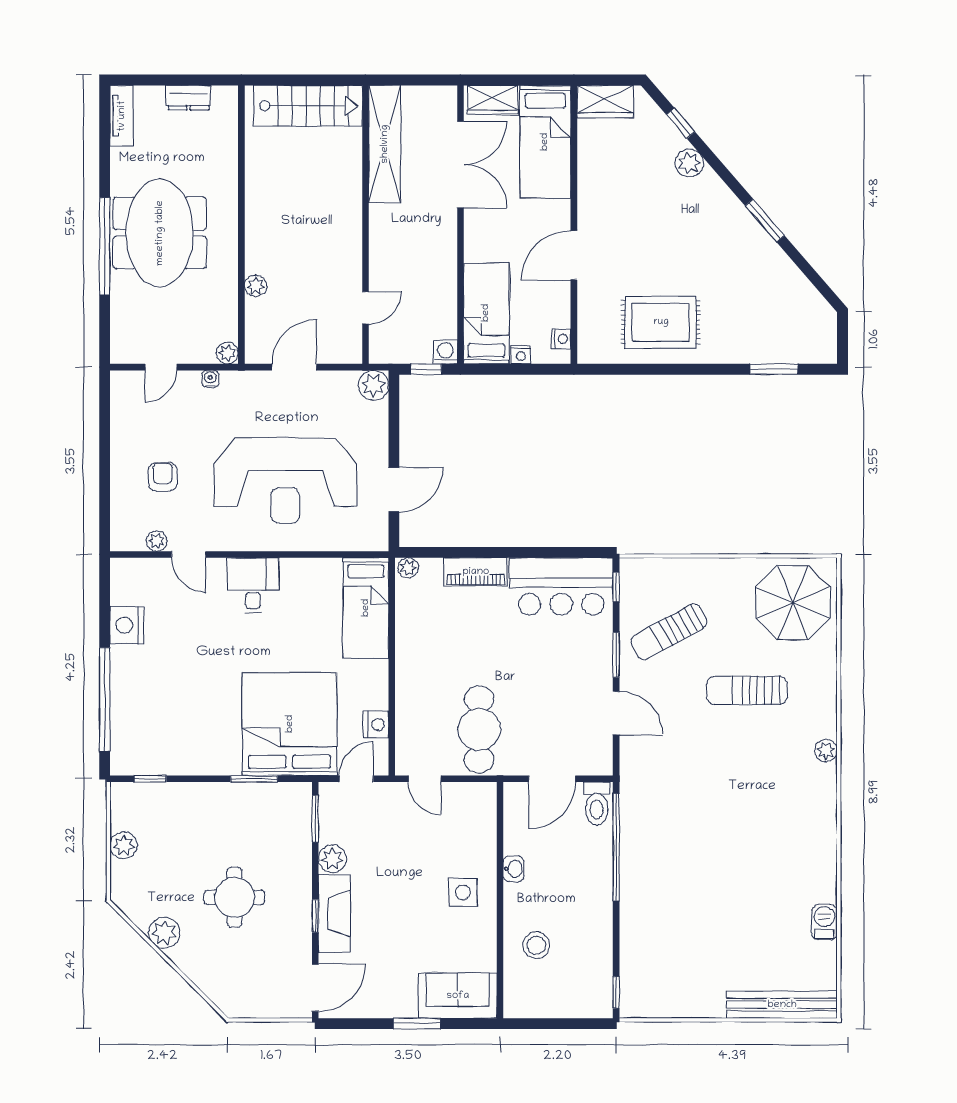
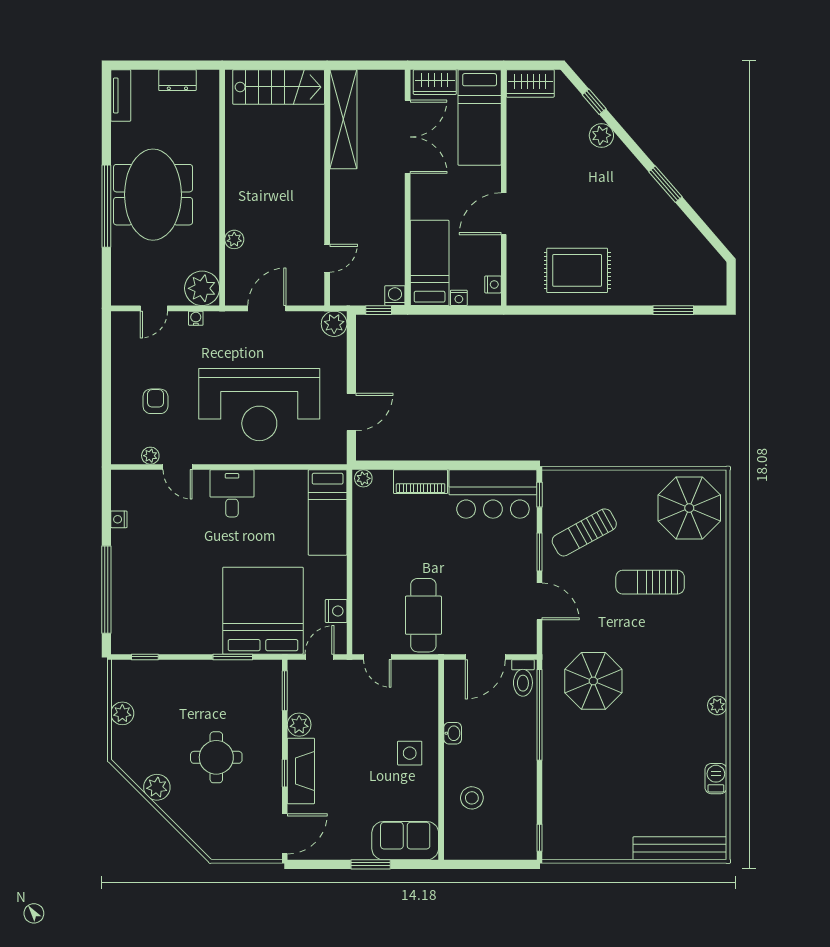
plant: (227, 353) -> (202, 288), width x1.87, depth x1.87
nightstand: (127, 625) -> (119, 519), width x0.53, depth x0.56
plant: (826, 751) -> (717, 705), moved
parasol: (680, 807) -> (593, 681), added

